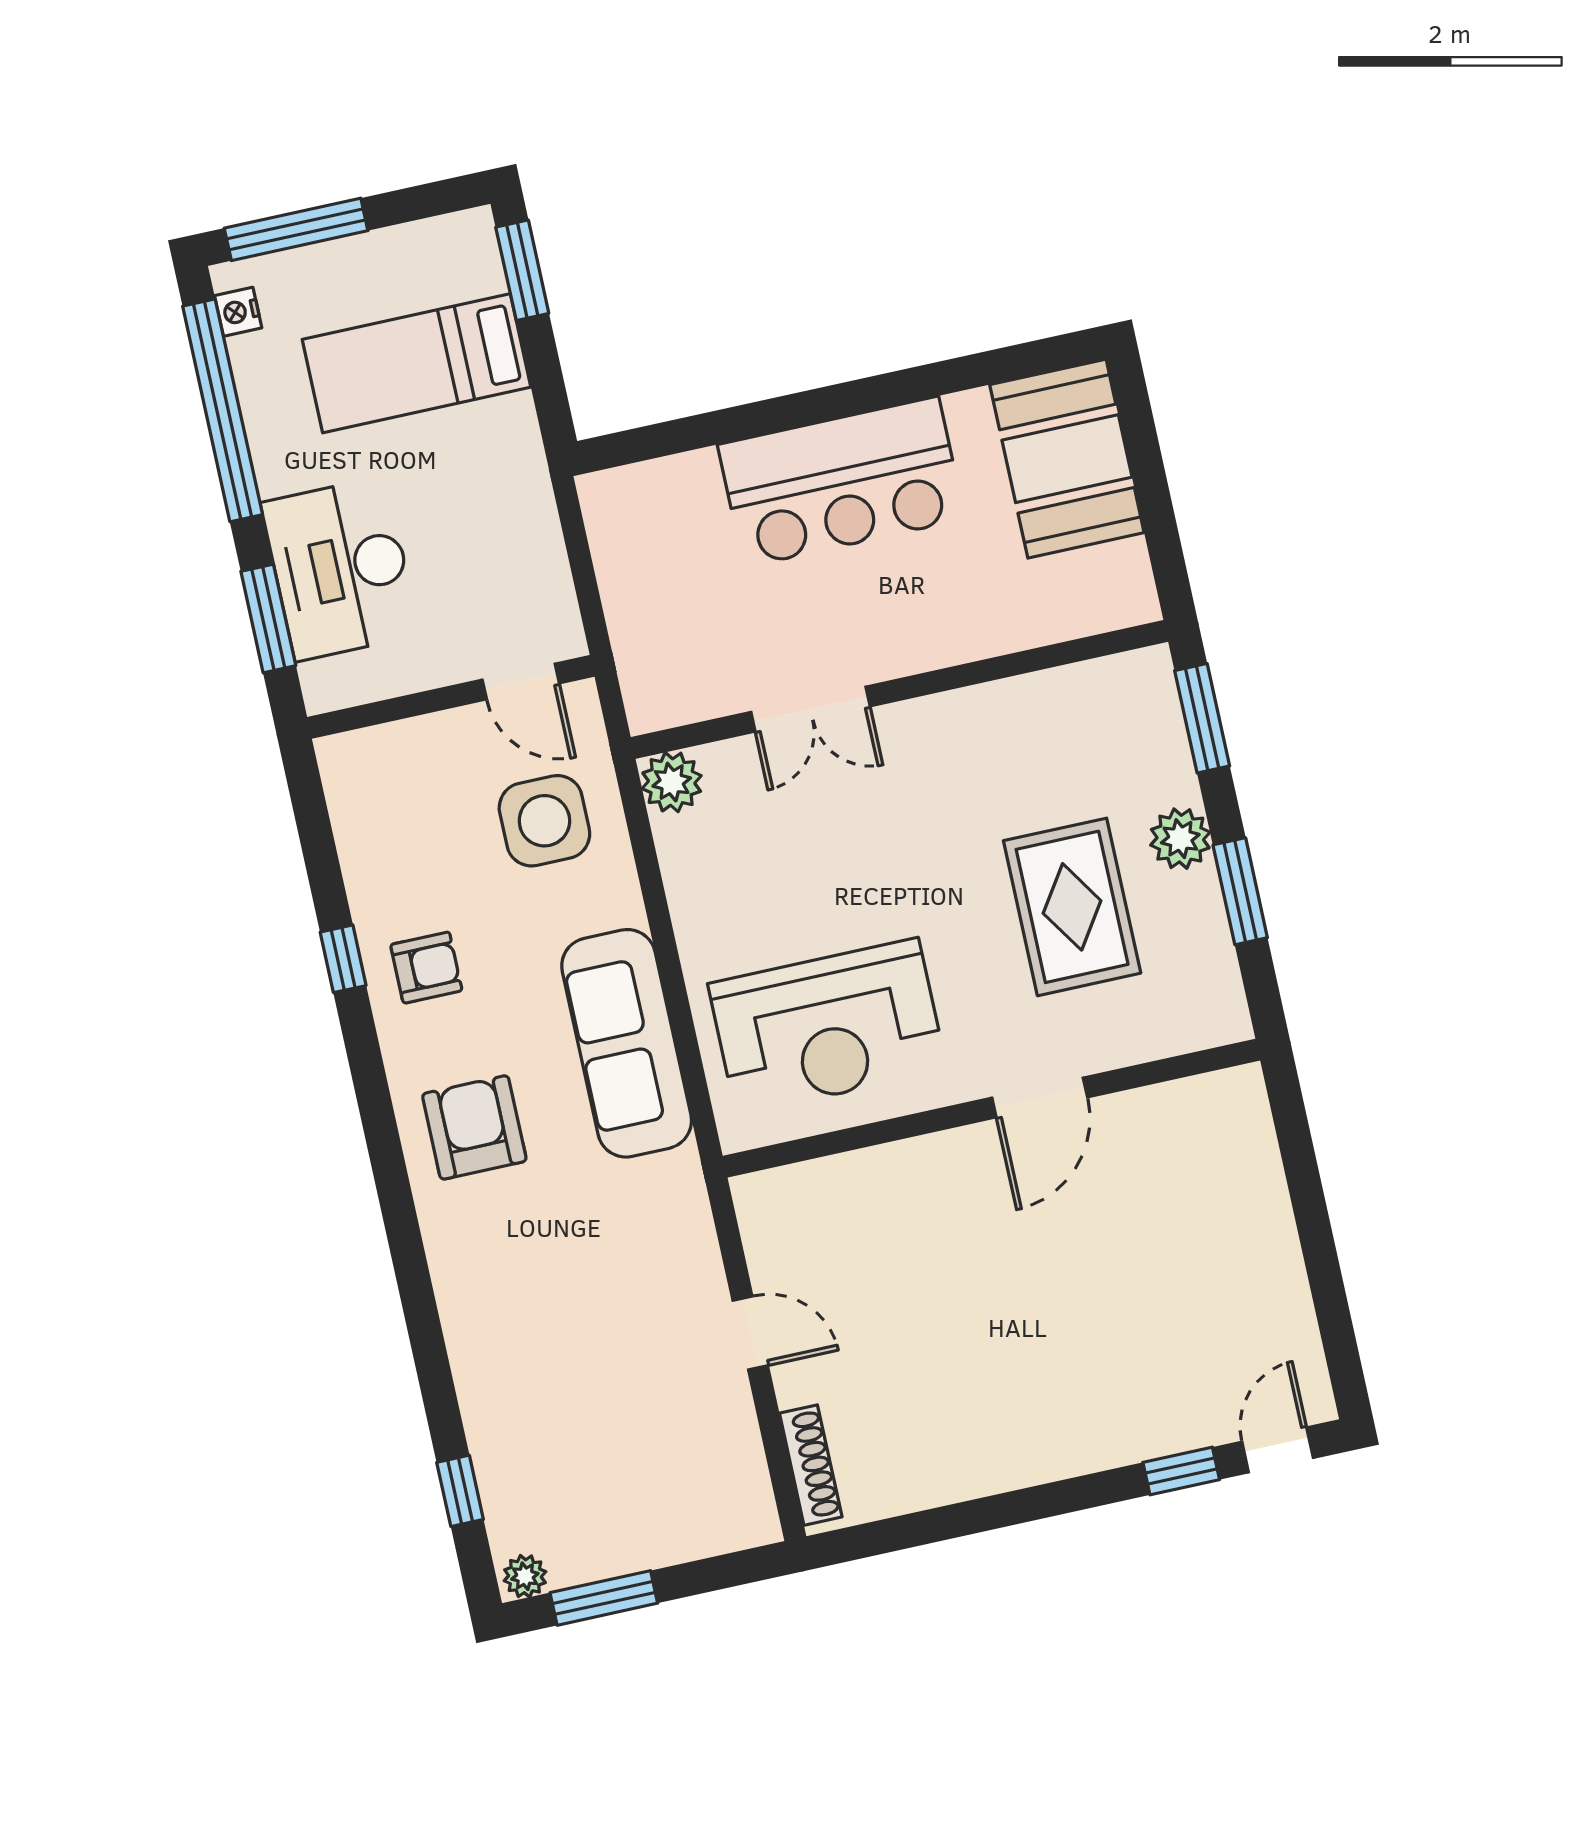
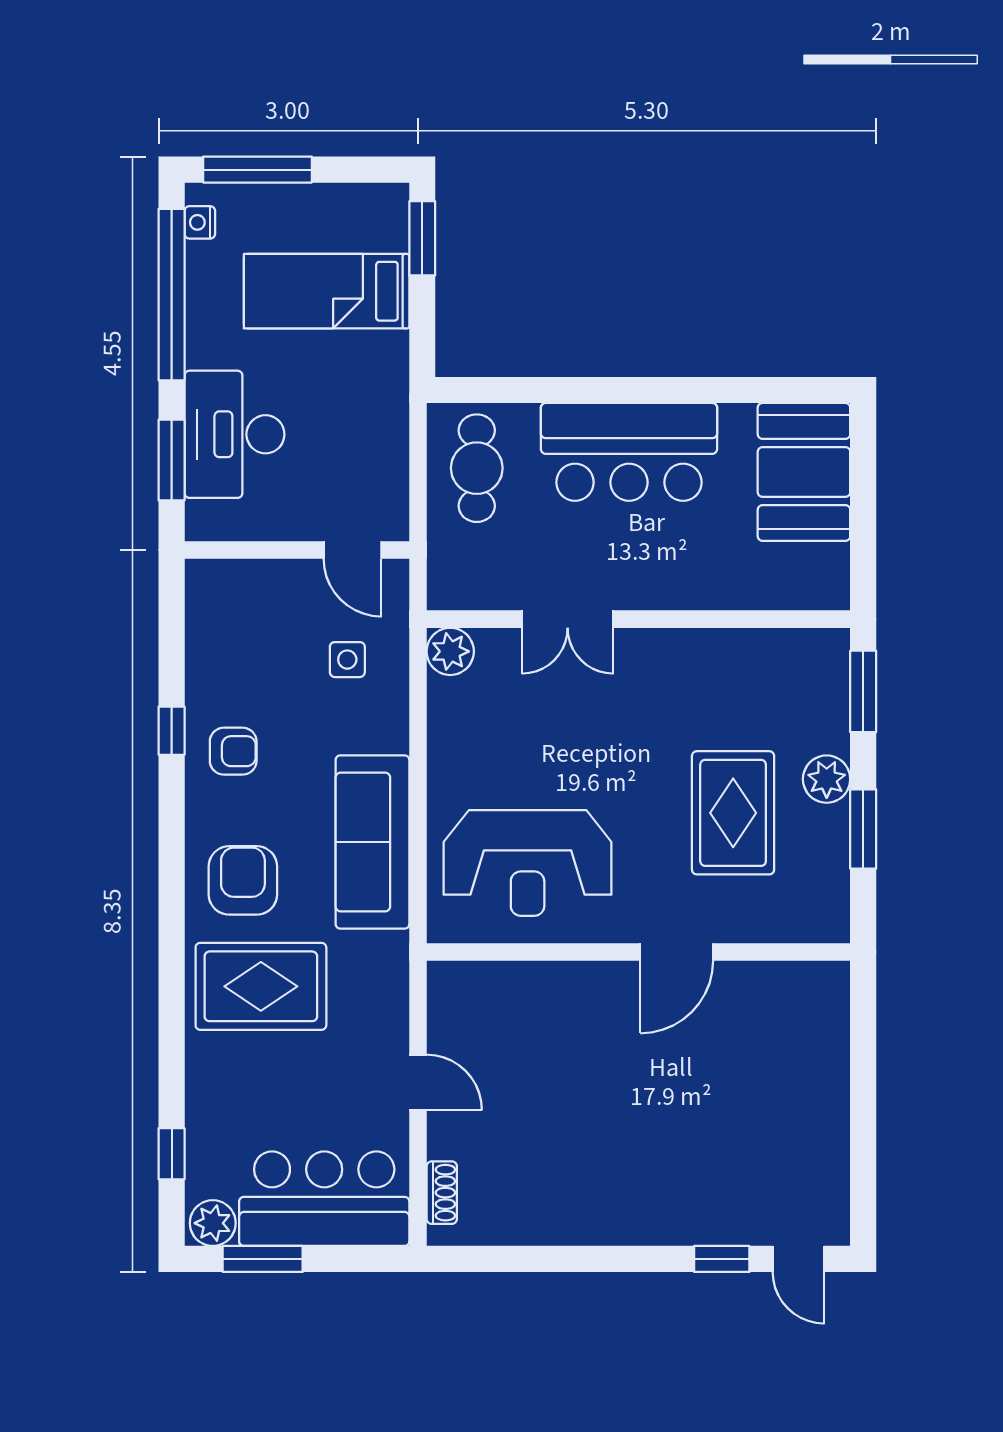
cafe table: (654, 544) -> (477, 468), added
side table: (544, 821) -> (347, 660), width x0.54, depth x0.54
rug: (526, 1256) -> (261, 986), added
door: (1278, 1450) -> (798, 1259), swing flipped
shoe rack: (811, 1465) -> (442, 1193), width x0.70
bar counter: (665, 1505) -> (324, 1199), added
plant: (525, 1576) -> (213, 1223), width x1.38, depth x1.38

